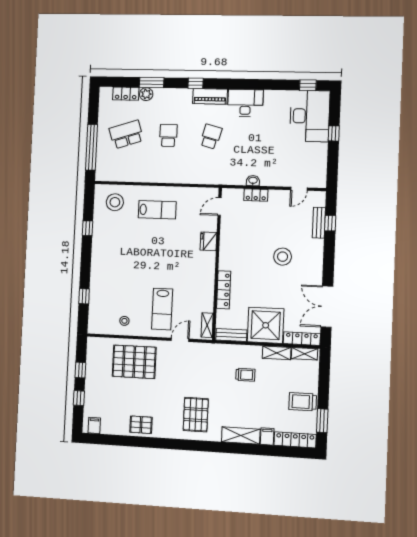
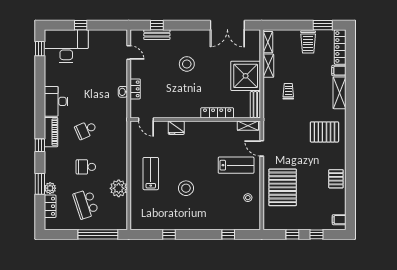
school desk: (211, 136) -> (86, 130), turned -39
plant: (142, 172) -> (119, 188), added
stool: (115, 202) -> (186, 188), moved
locker: (302, 339) -> (255, 45), removed

